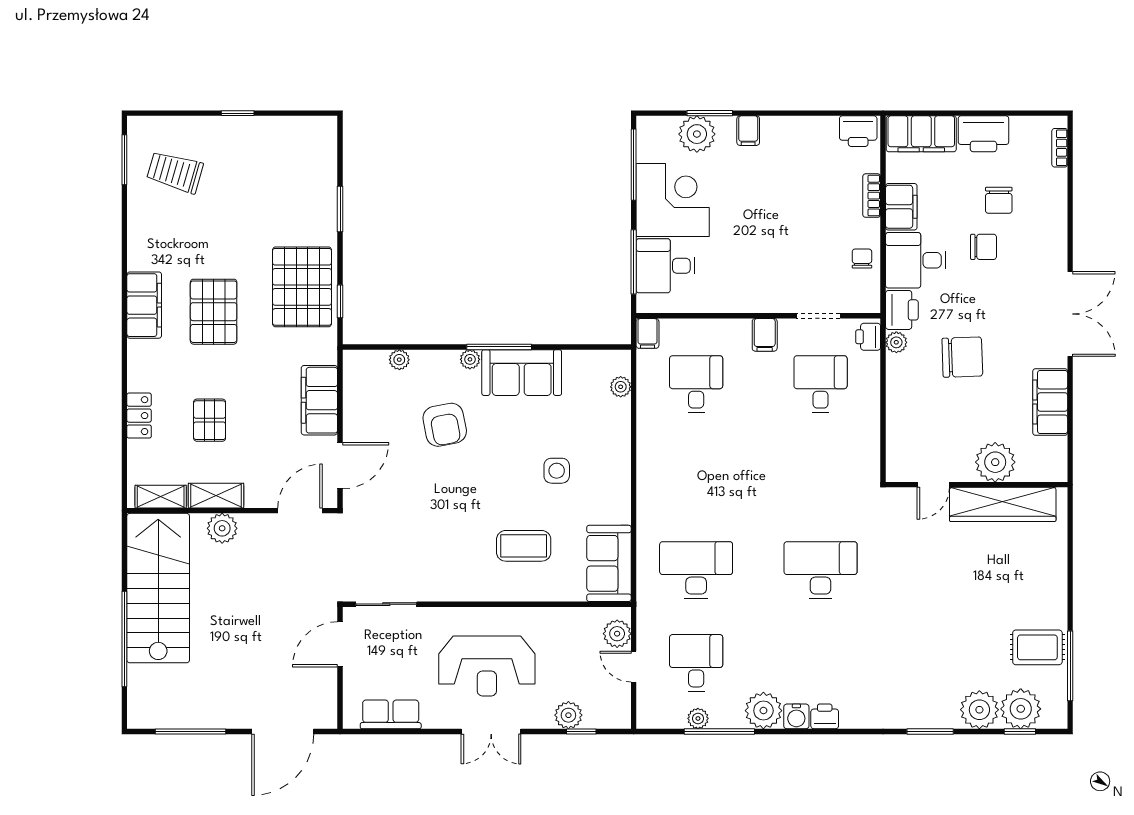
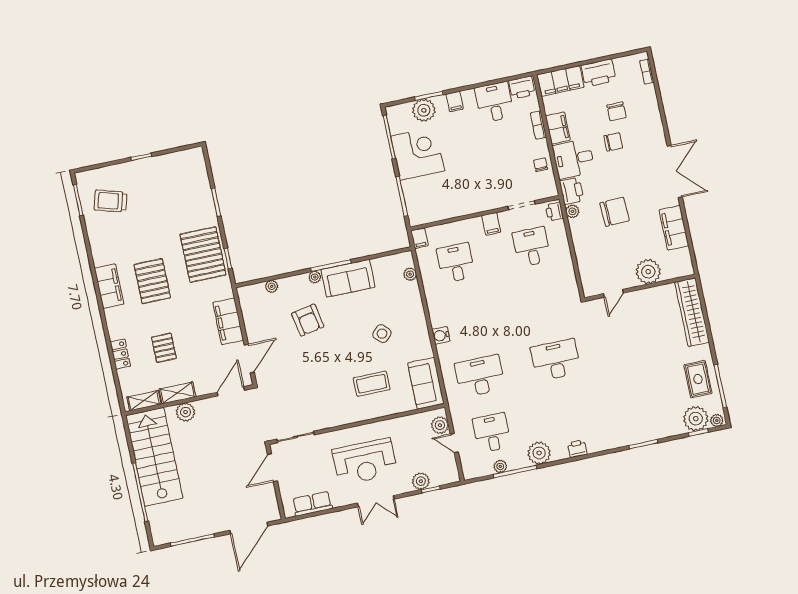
desk: (666, 266) -> (494, 102), moved, turned 90
side table: (557, 471) -> (382, 334), turned 45
wardrobe: (1003, 504) -> (692, 312), moved, turned 90
rug: (1037, 647) -> (698, 379), turned 90
plant: (979, 710) -> (717, 420), moved, width x0.53, depth x0.53
water cooler: (796, 716) -> (441, 335), moved, turned 90

